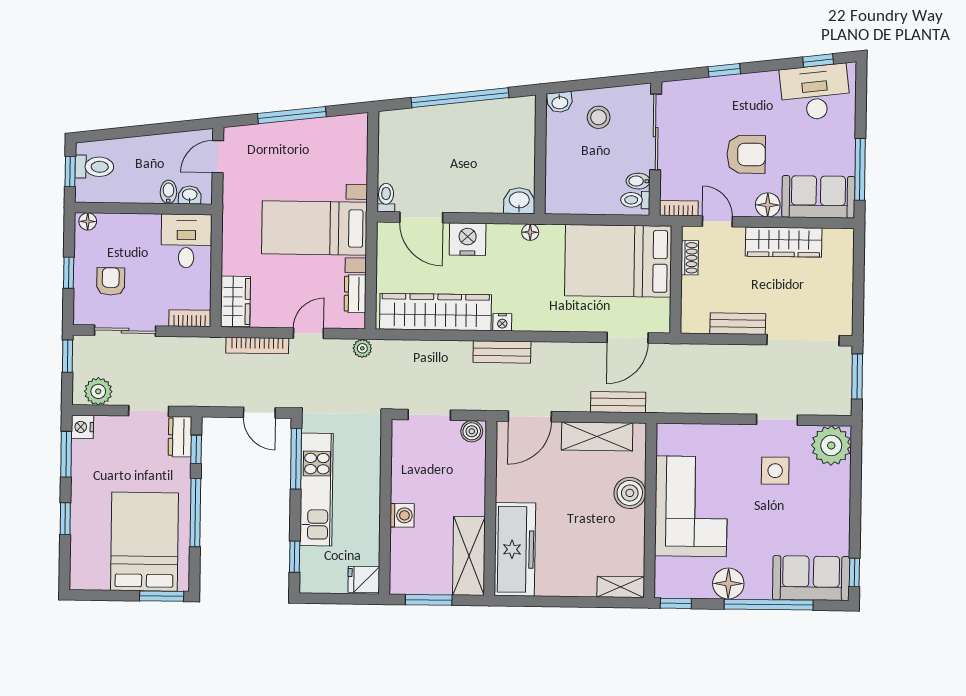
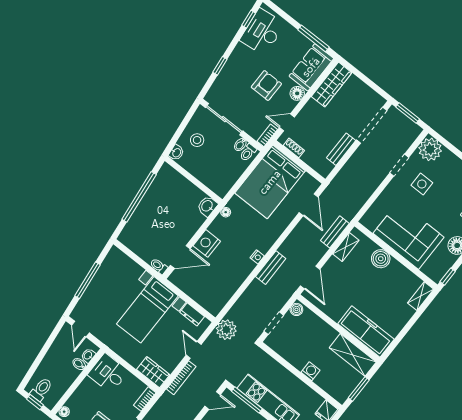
wardrobe: (784, 242) -> (332, 85), moved
wardrobe: (436, 312) -> (229, 284), removed
plant: (362, 348) -> (226, 330), width x1.88, depth x1.88
shelving: (597, 436) -> (346, 247), width x0.67, depth x0.75

